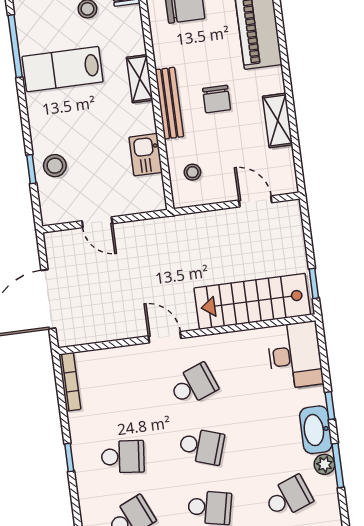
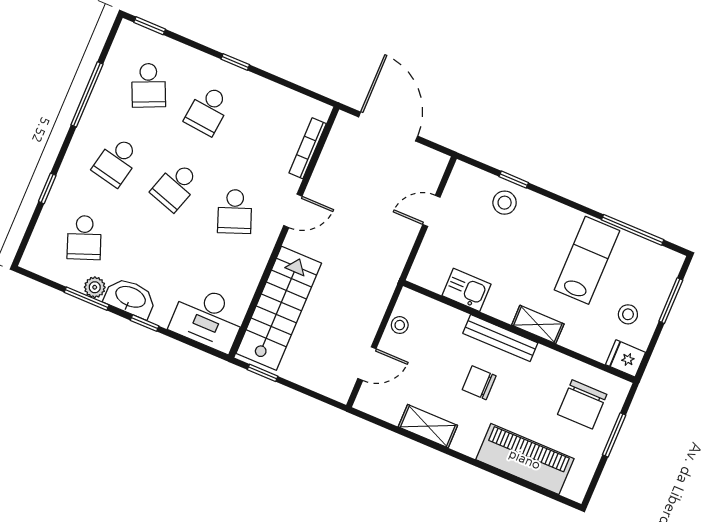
stool: (192, 172) -> (400, 325), moved
bookcase: (70, 382) -> (308, 148), moved, turned 90

